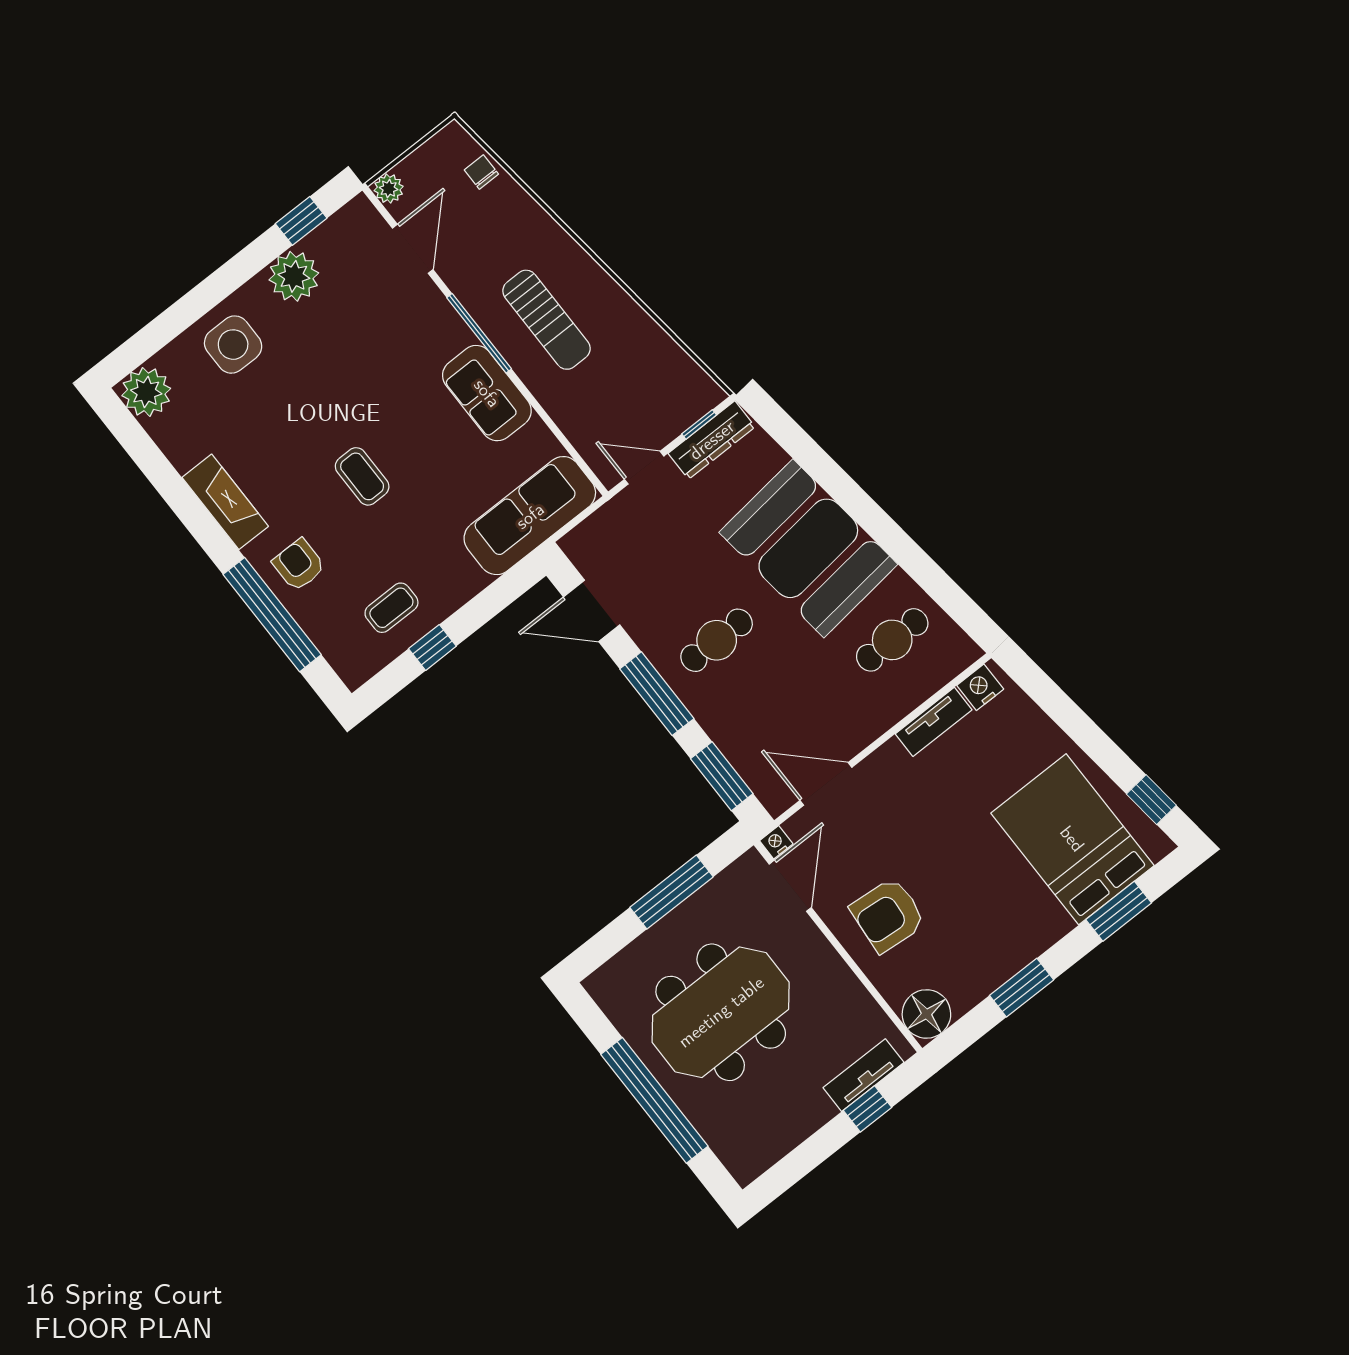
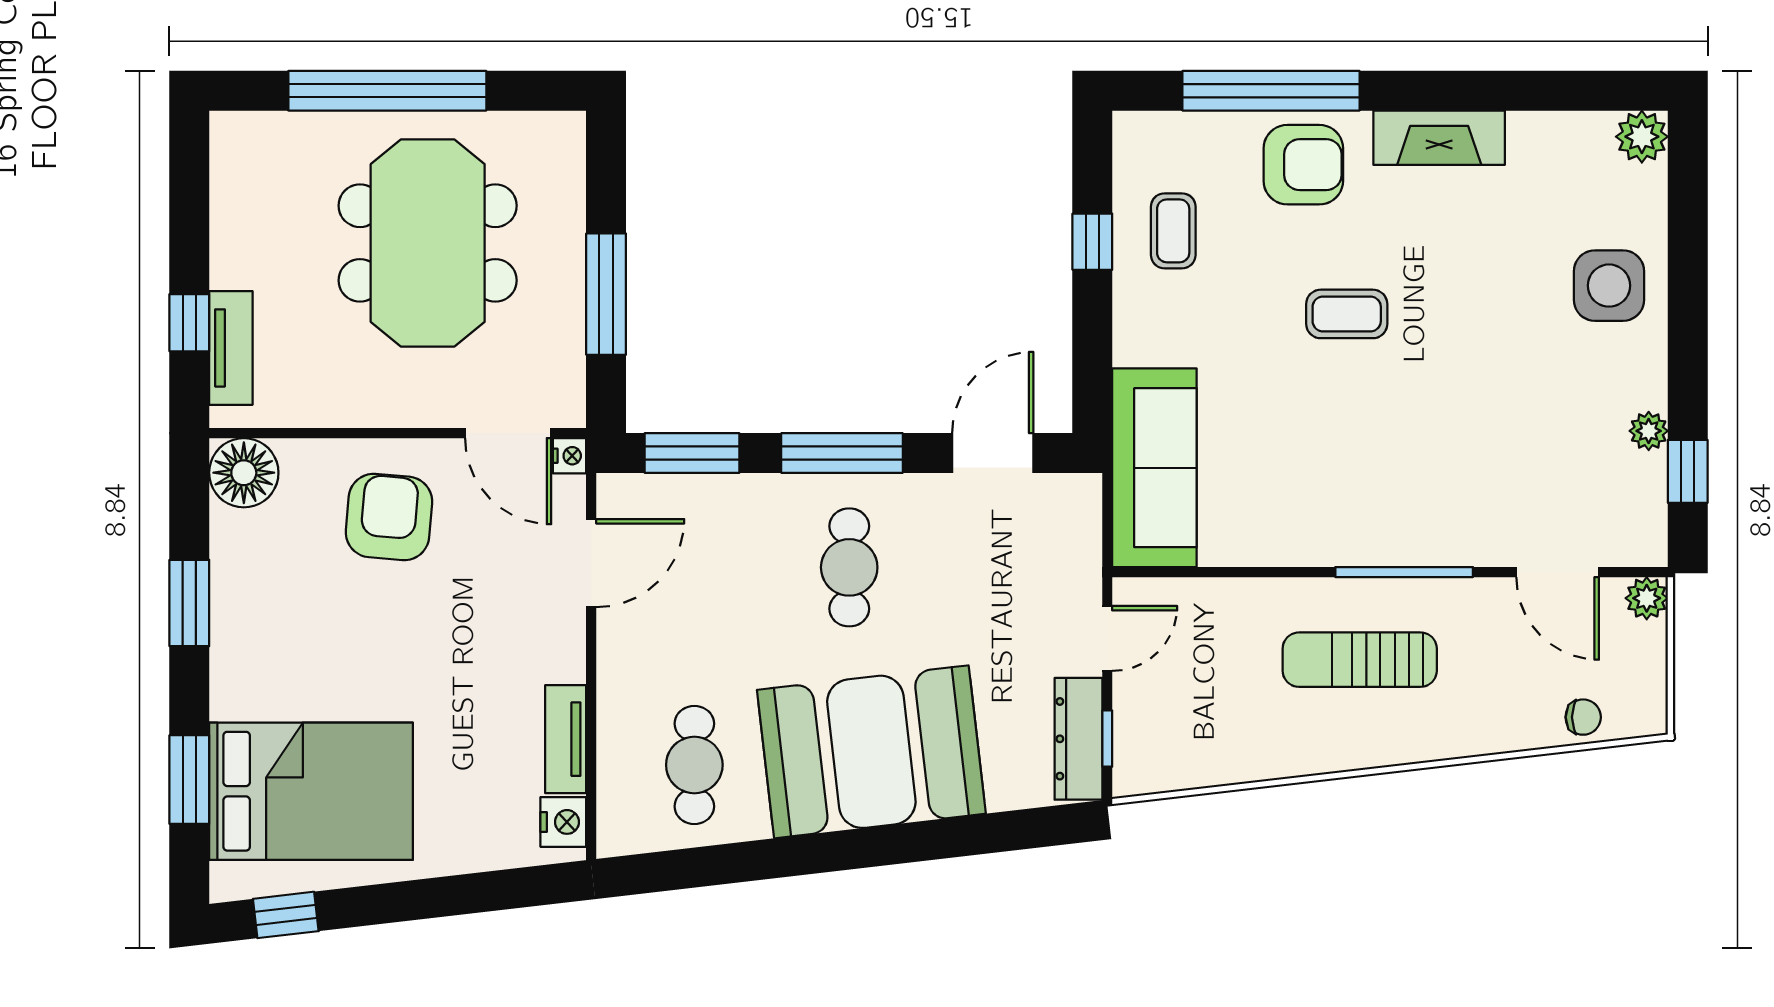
plant: (294, 276) -> (1649, 431), width x0.53, depth x0.53
plant: (146, 392) -> (1642, 137), width x0.73, depth x0.73
sofa: (487, 393) -> (1330, 528), removed
armchair: (299, 565) -> (1303, 165), width x1.38, depth x1.38

